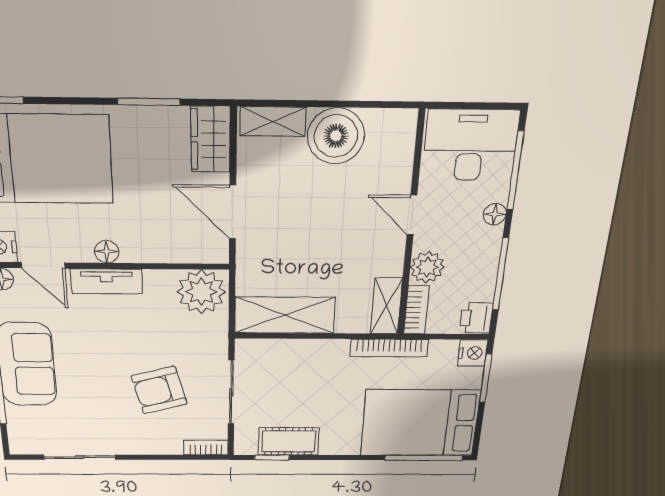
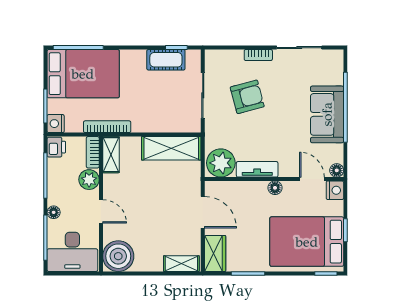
boiler: (336, 136) -> (118, 256), moved
tv unit: (107, 281) -> (257, 169), moved
bookcase: (206, 448) -> (258, 55), moved

